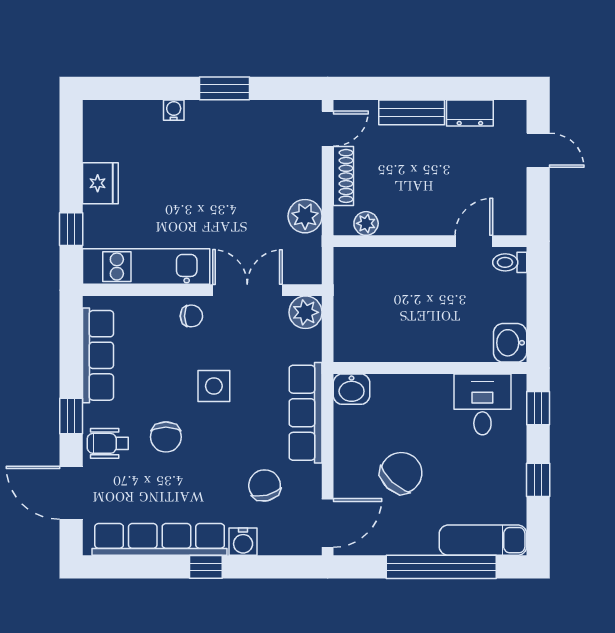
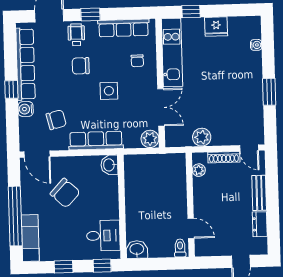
water cooler: (174, 110) -> (256, 45), moved
chair: (191, 316) -> (137, 61), moved

